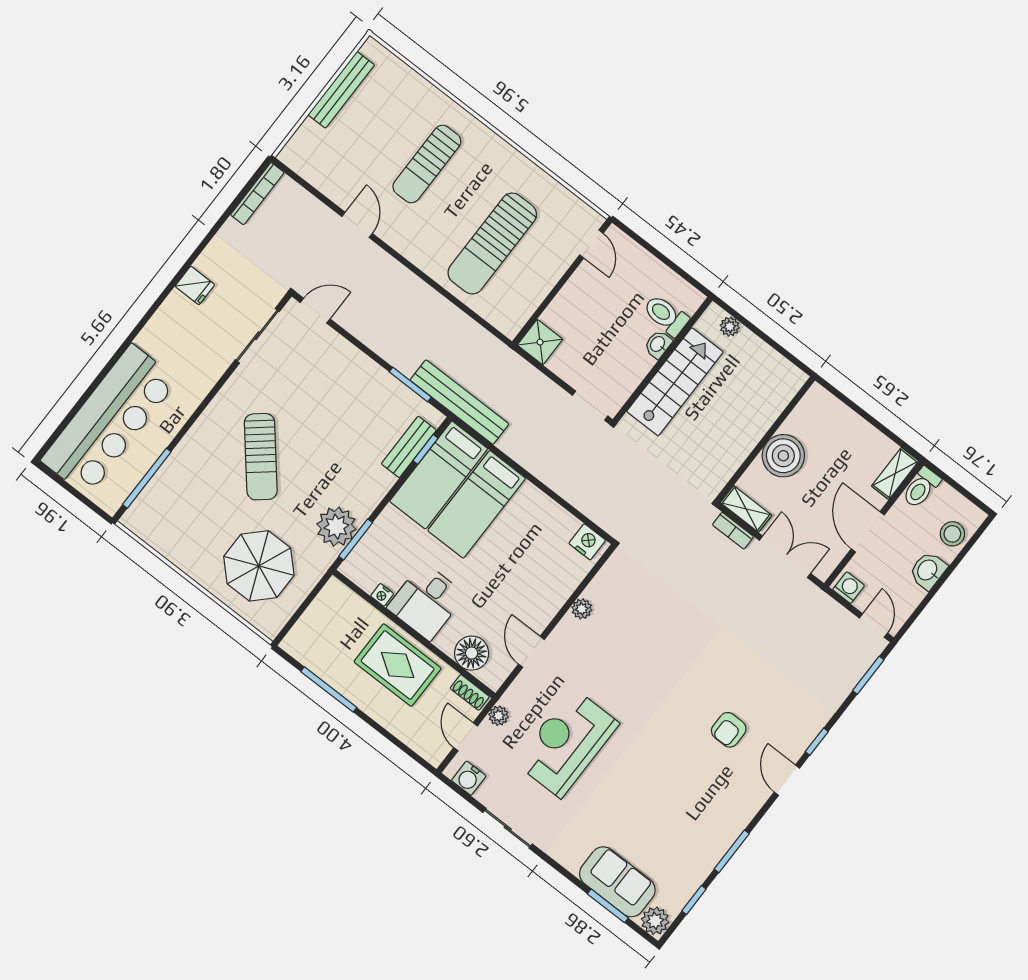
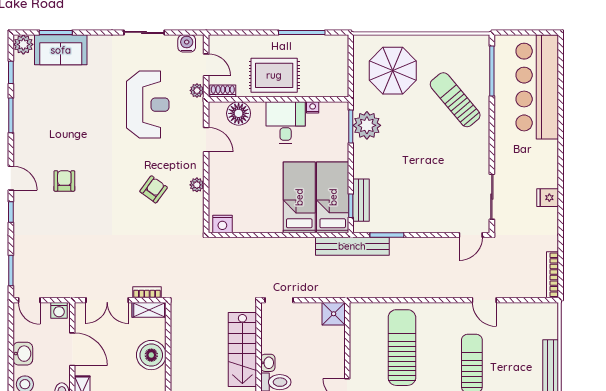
sun lounger: (261, 457) -> (455, 100), moved
armchair: (635, 642) -> (154, 189), added

